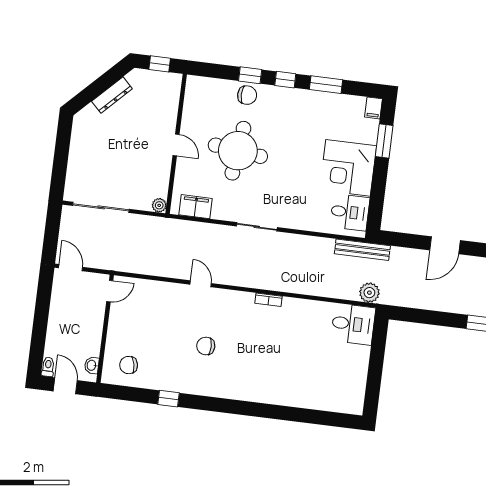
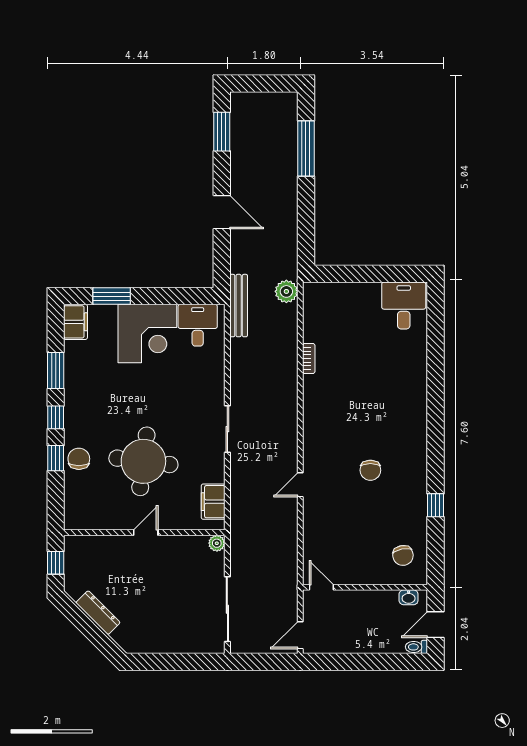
filing cabinet: (373, 108) -> (76, 322), width x2.00
bookcase: (268, 300) -> (309, 358), moved
desk: (353, 324) -> (404, 305), moved

